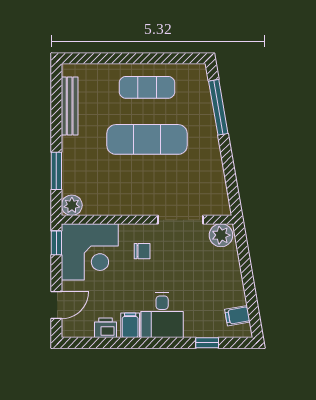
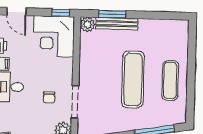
bench: (70, 106) -> (117, 24), moved
chair: (142, 251) -> (49, 97), moved

